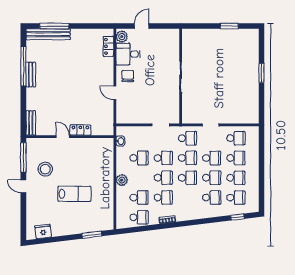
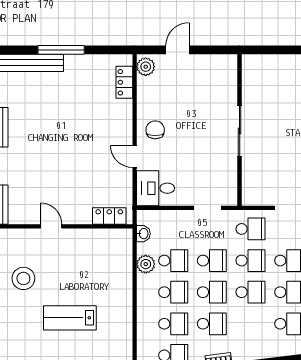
window: (54, 26) -> (61, 50), moved
desk: (128, 54) -> (156, 188), moved
locker: (80, 130) -> (109, 216), moved
school desk: (139, 178) -> (173, 292), added
plant: (122, 180) -> (146, 264), moved
lab bench: (74, 194) -> (70, 318), turned 180

